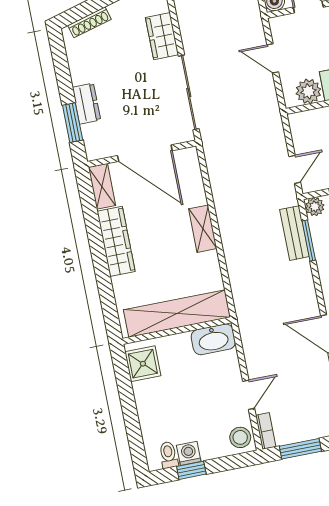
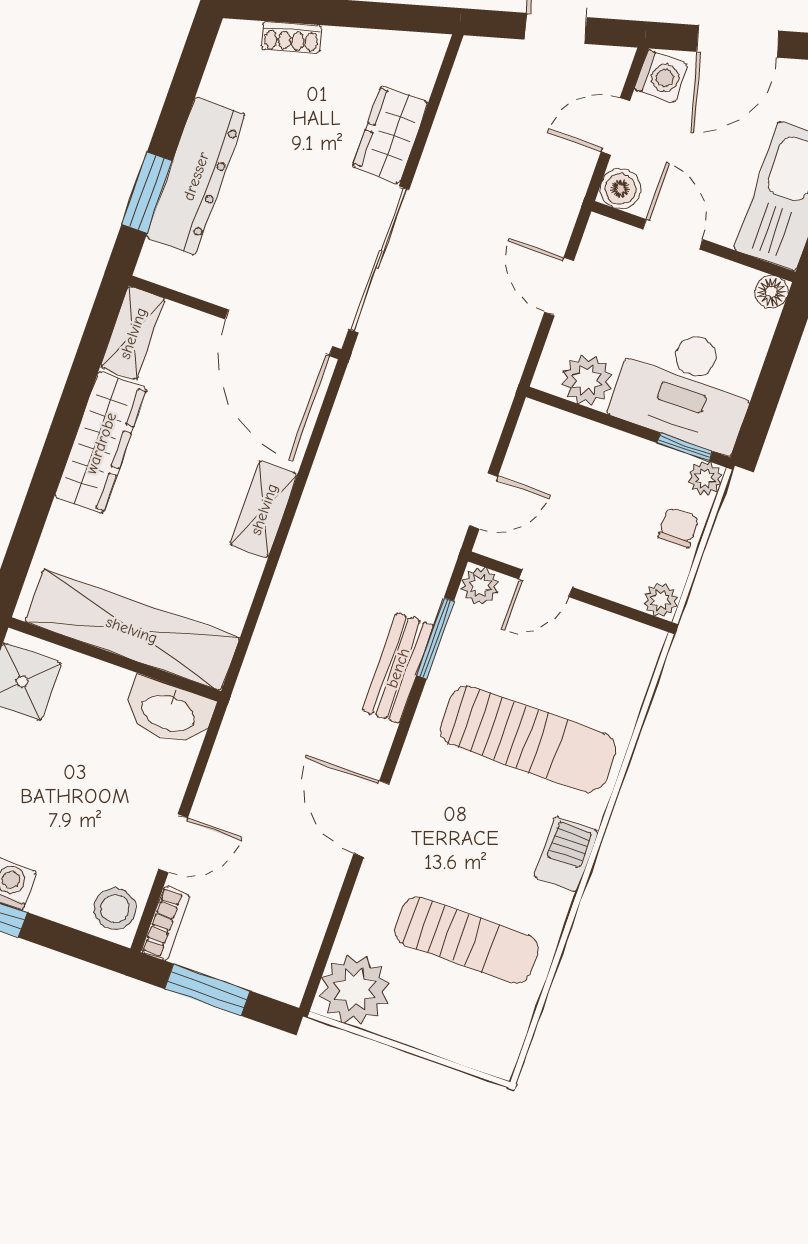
shoe rack: (89, 22) -> (291, 37), width x0.70
dresser: (87, 104) -> (196, 176), width x1.96, depth x1.24
door: (145, 153) -> (279, 333), moved
bench: (295, 233) -> (398, 668), moved

